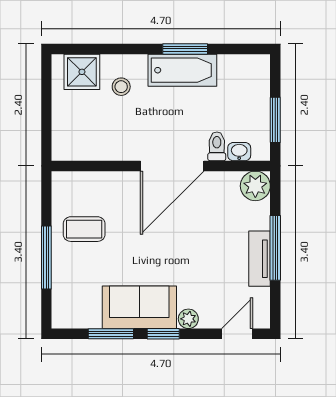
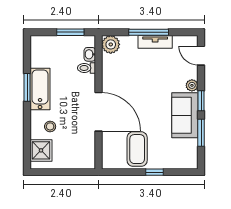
door: (172, 166) -> (99, 112), moved
coffee table: (84, 229) -> (137, 149), width x1.36, depth x1.30
window: (46, 258) -> (154, 172), width x0.46

